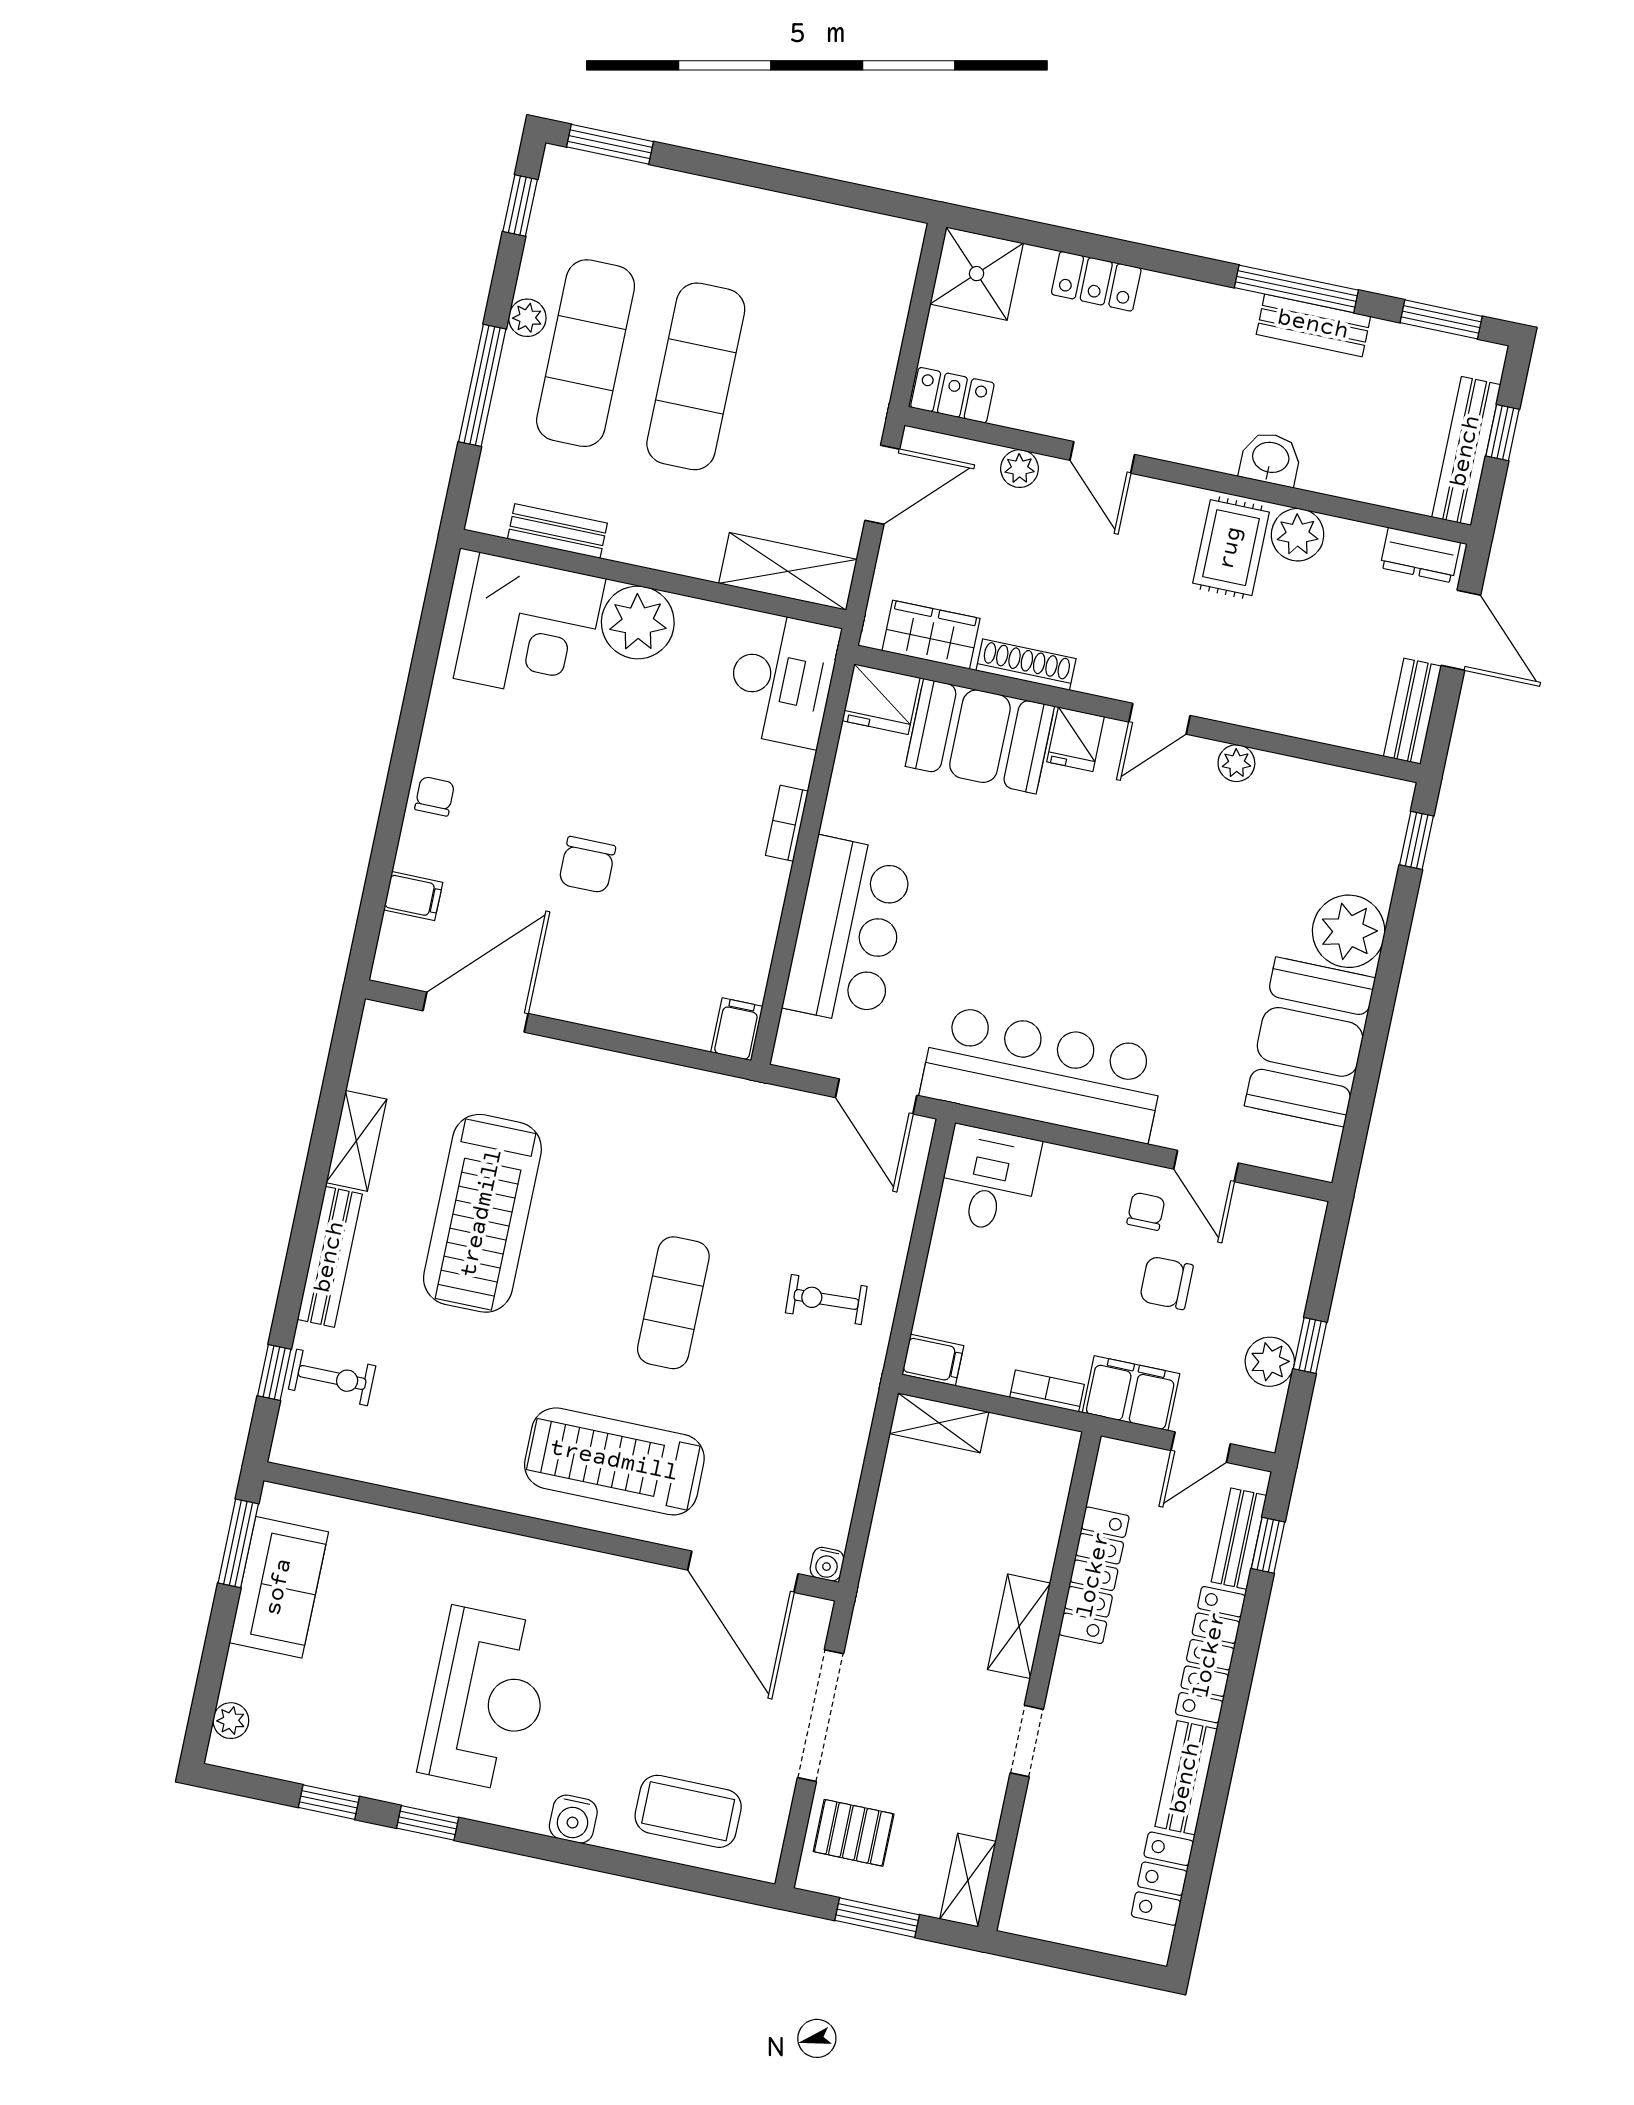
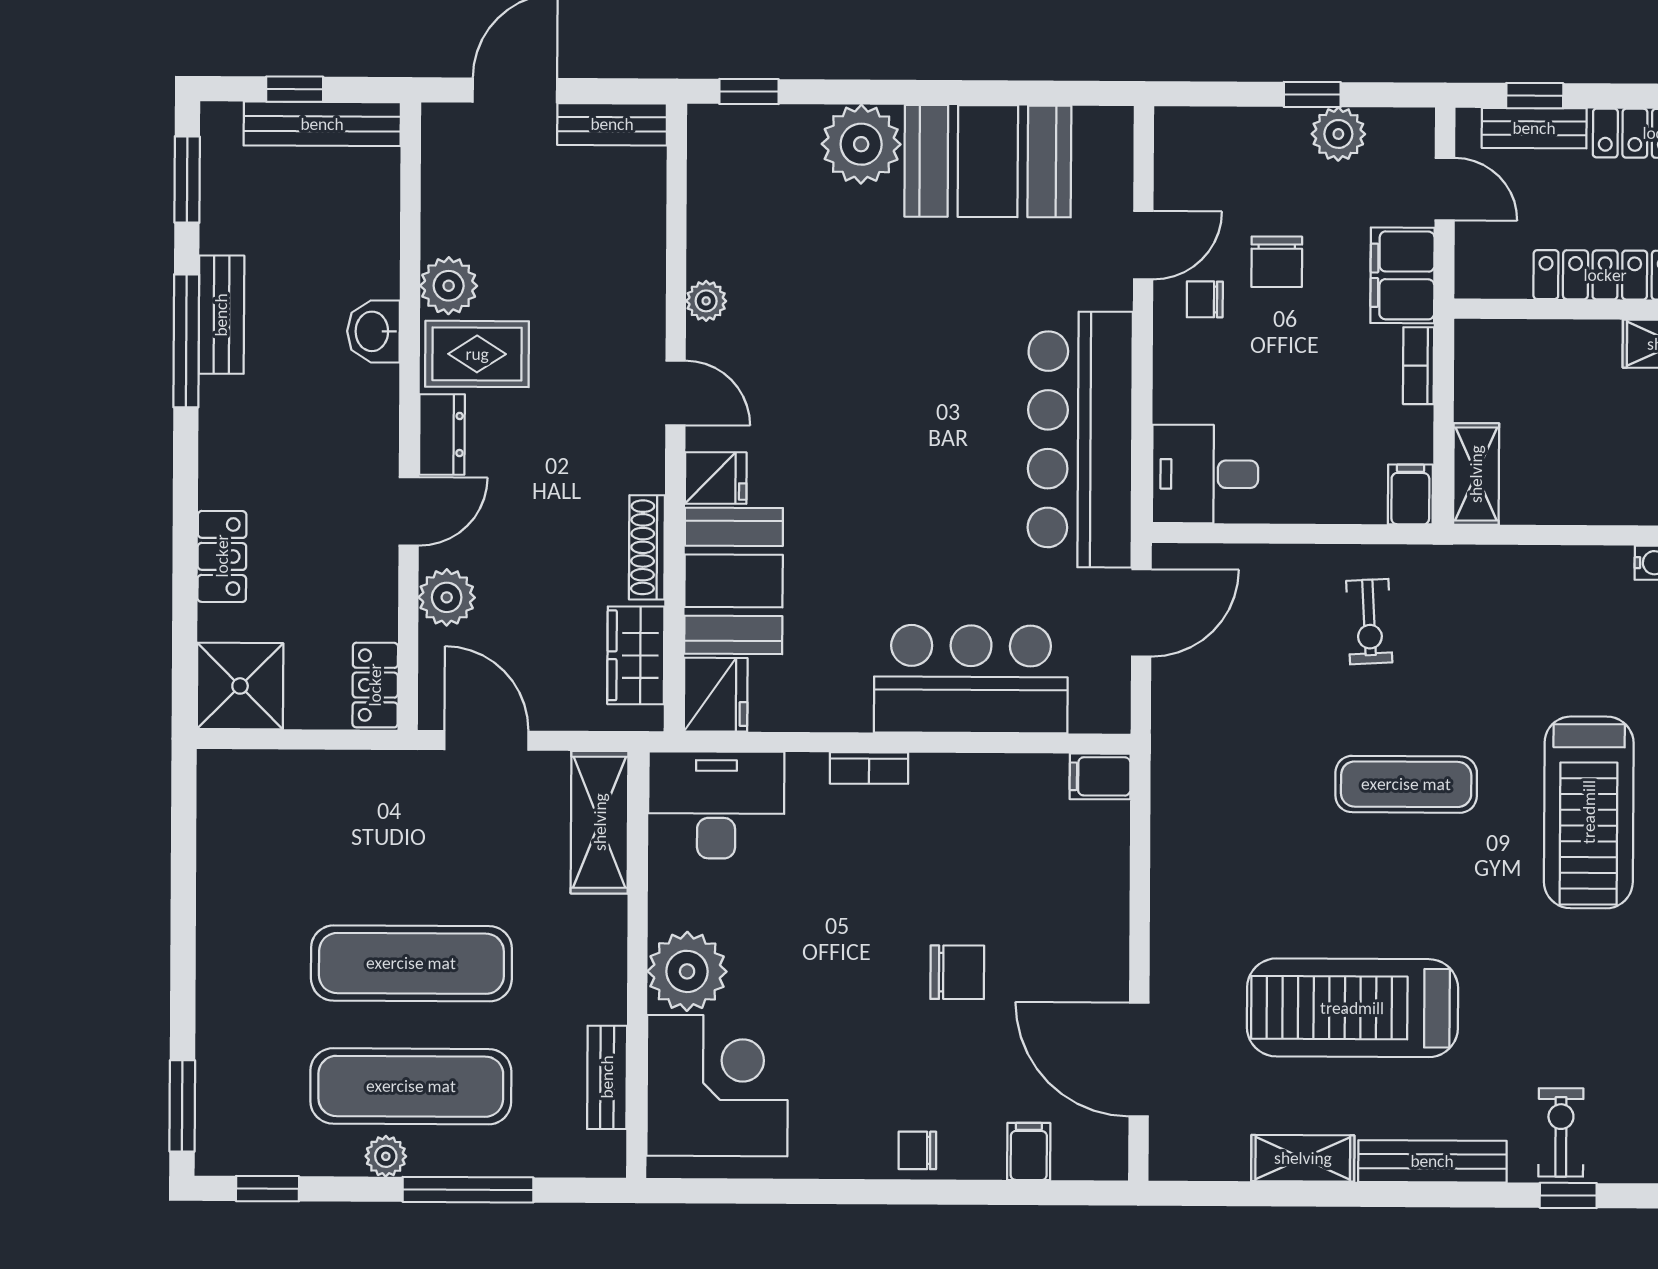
plant: (1019, 469) -> (447, 597), width x1.38, depth x1.38
dresser: (1420, 555) -> (442, 434), moved
treadmill: (482, 1213) -> (1352, 1008), turned 180

